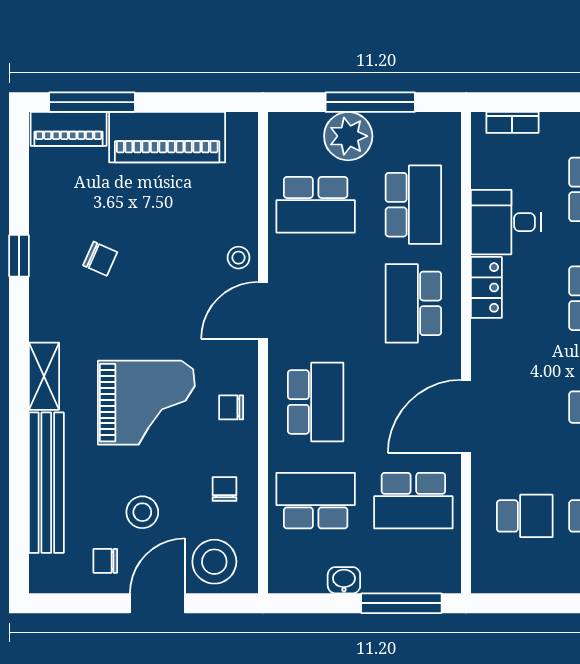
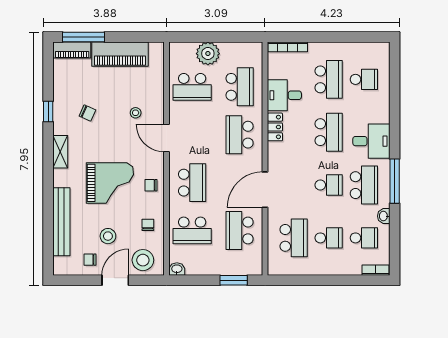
window: (370, 102) -> (219, 37), removed
bookcase: (512, 122) -> (288, 47), width x1.56
stool: (239, 258) -> (136, 113), moved
door: (263, 310) -> (167, 138), hinge flipped
shelving: (44, 376) -> (60, 152), moved
school desk: (316, 501) -> (192, 230), turned 180
school desk: (413, 501) -> (240, 230), turned 90
school desk: (525, 516) -> (294, 238), width x1.85
washbasin: (344, 580) -> (177, 269), moved
window: (401, 603) -> (234, 280), width x0.69

